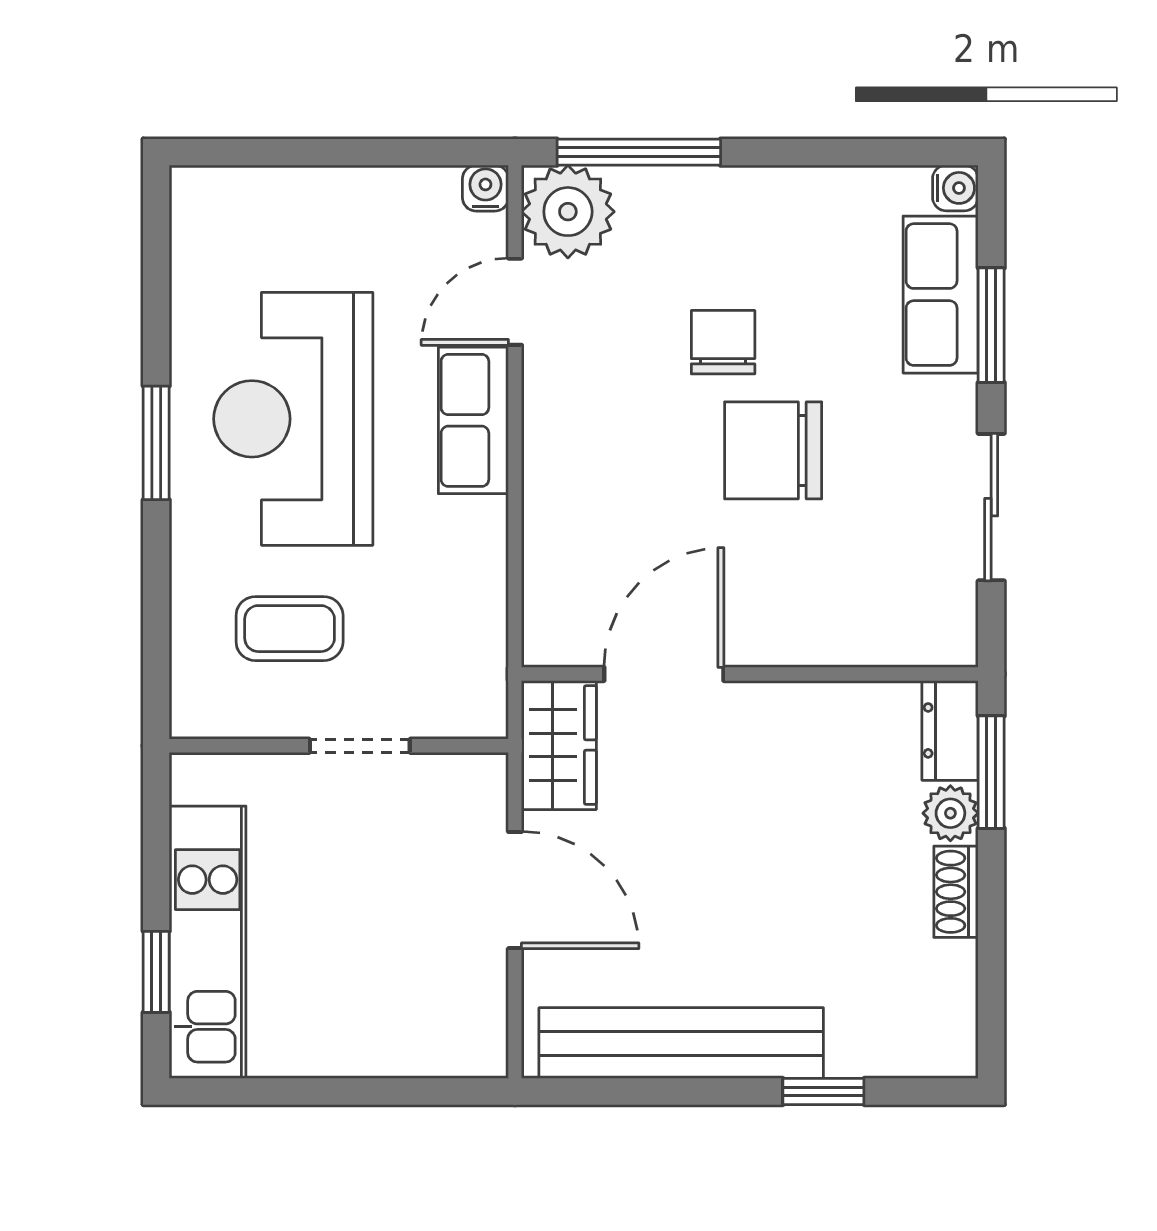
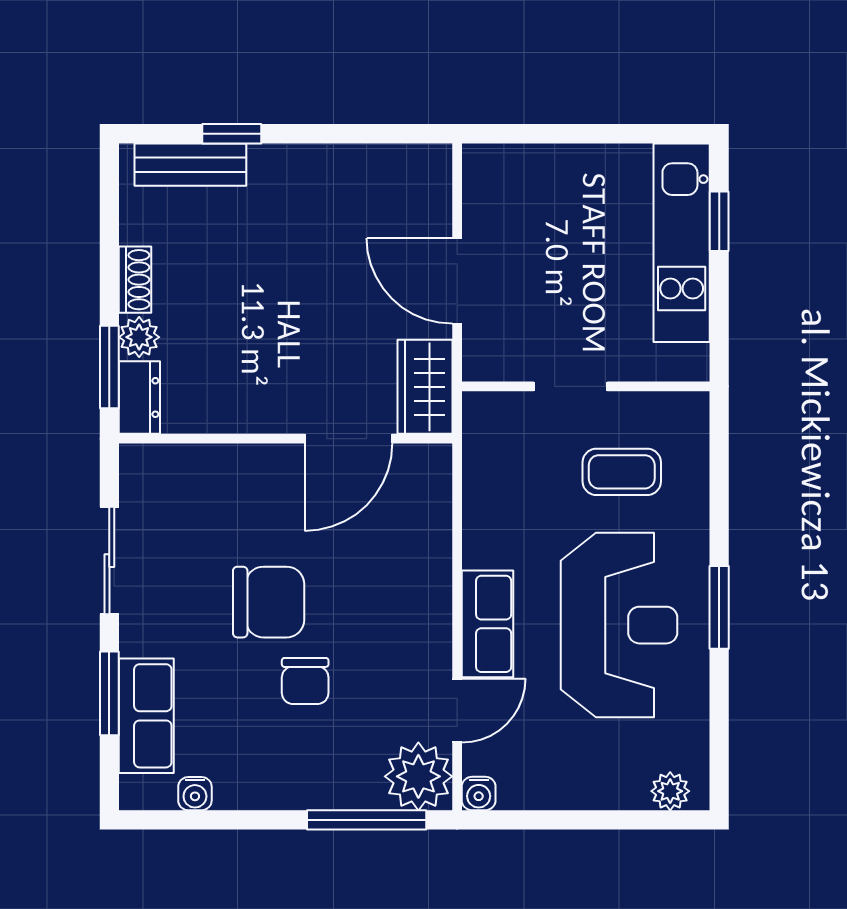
water cooler: (955, 188) -> (195, 794), moved, turned -90
plant: (223, 191) -> (670, 791), added
bench: (681, 1043) -> (190, 165), moved, width x0.54, depth x0.82

